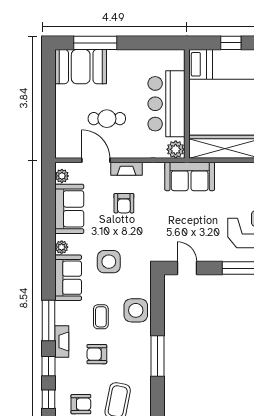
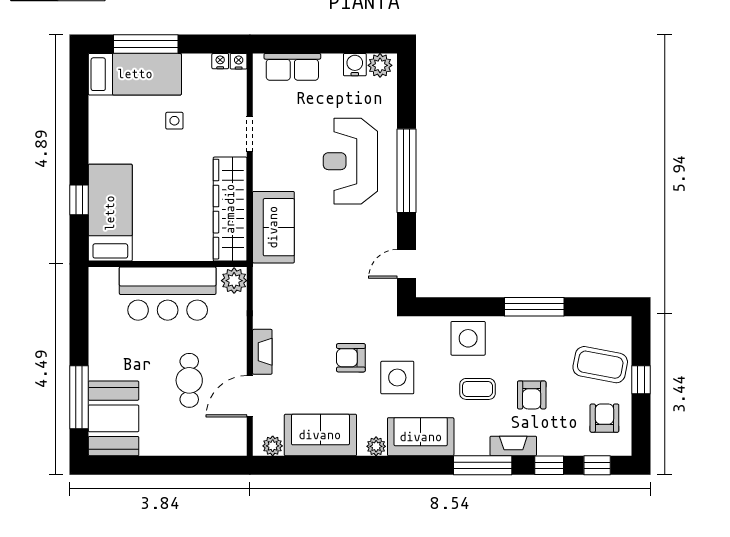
sofa: (190, 176) -> (273, 227), moved
armchair: (124, 203) -> (351, 358), moved, turned 180

